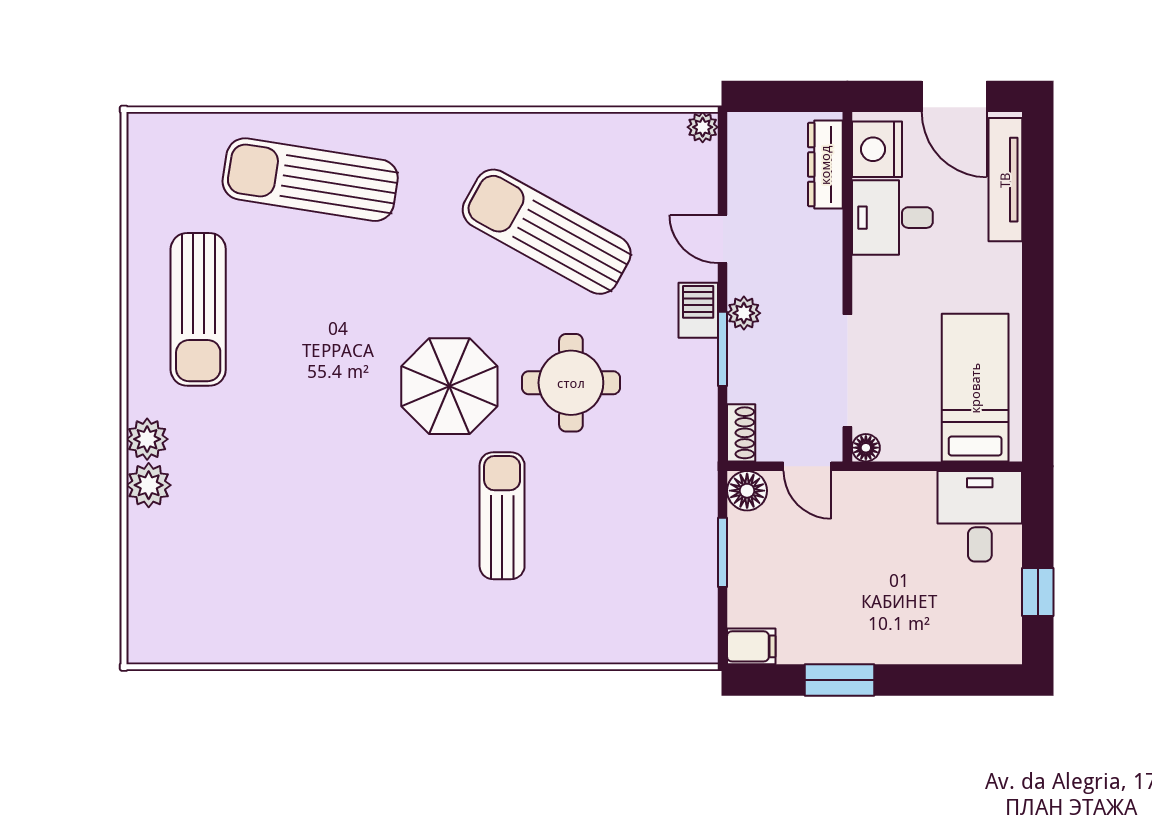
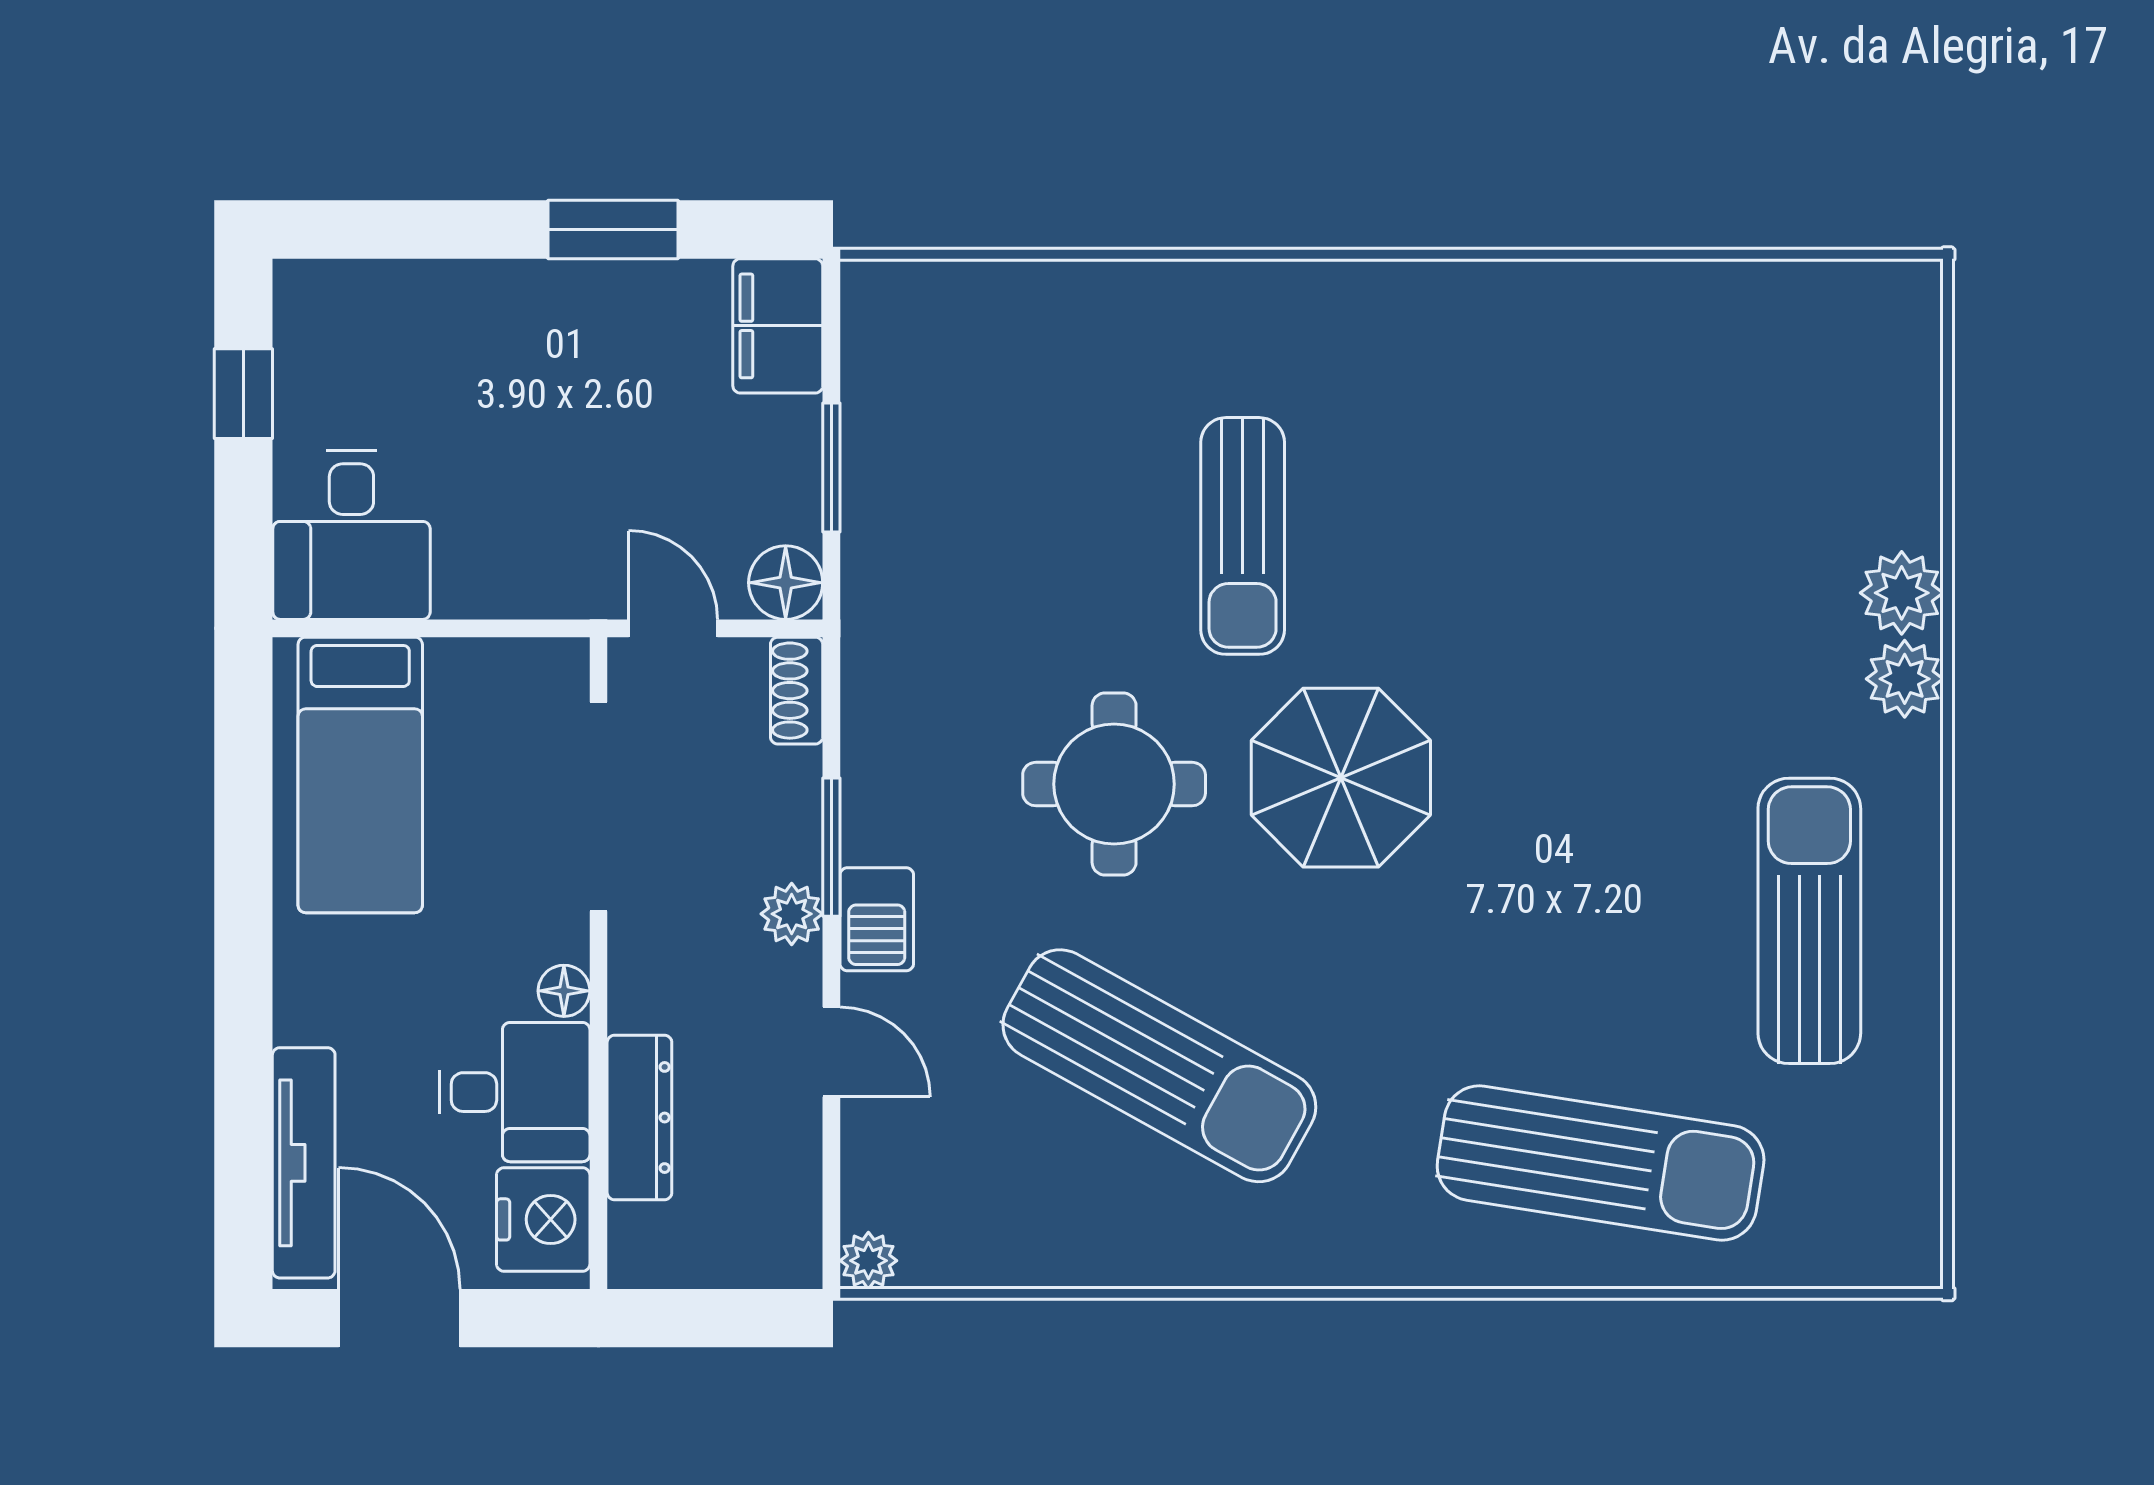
dresser: (825, 165) -> (639, 1117), moved
floor lamp: (866, 448) -> (564, 991), moved
filing cabinet: (751, 646) -> (778, 326), width x2.00

